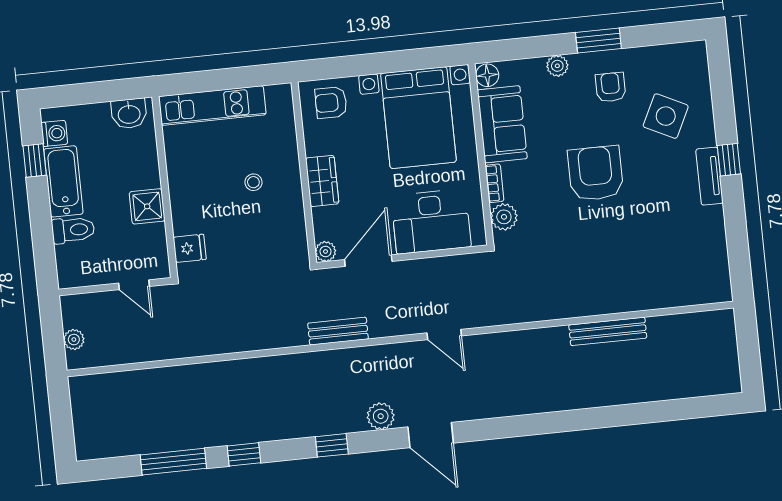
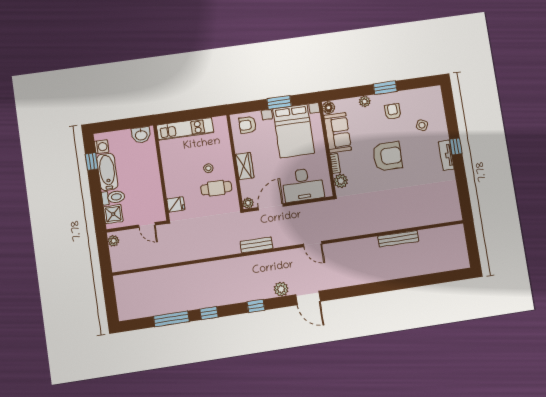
window: (393, 62) -> (279, 102), added
side table: (666, 116) -> (422, 125), width x0.54, depth x0.54
armchair: (596, 173) -> (387, 156), turned 90
shower: (147, 206) -> (113, 214), moved
cafe table: (267, 221) -> (216, 188), added
plant: (74, 339) -> (113, 241), moved

